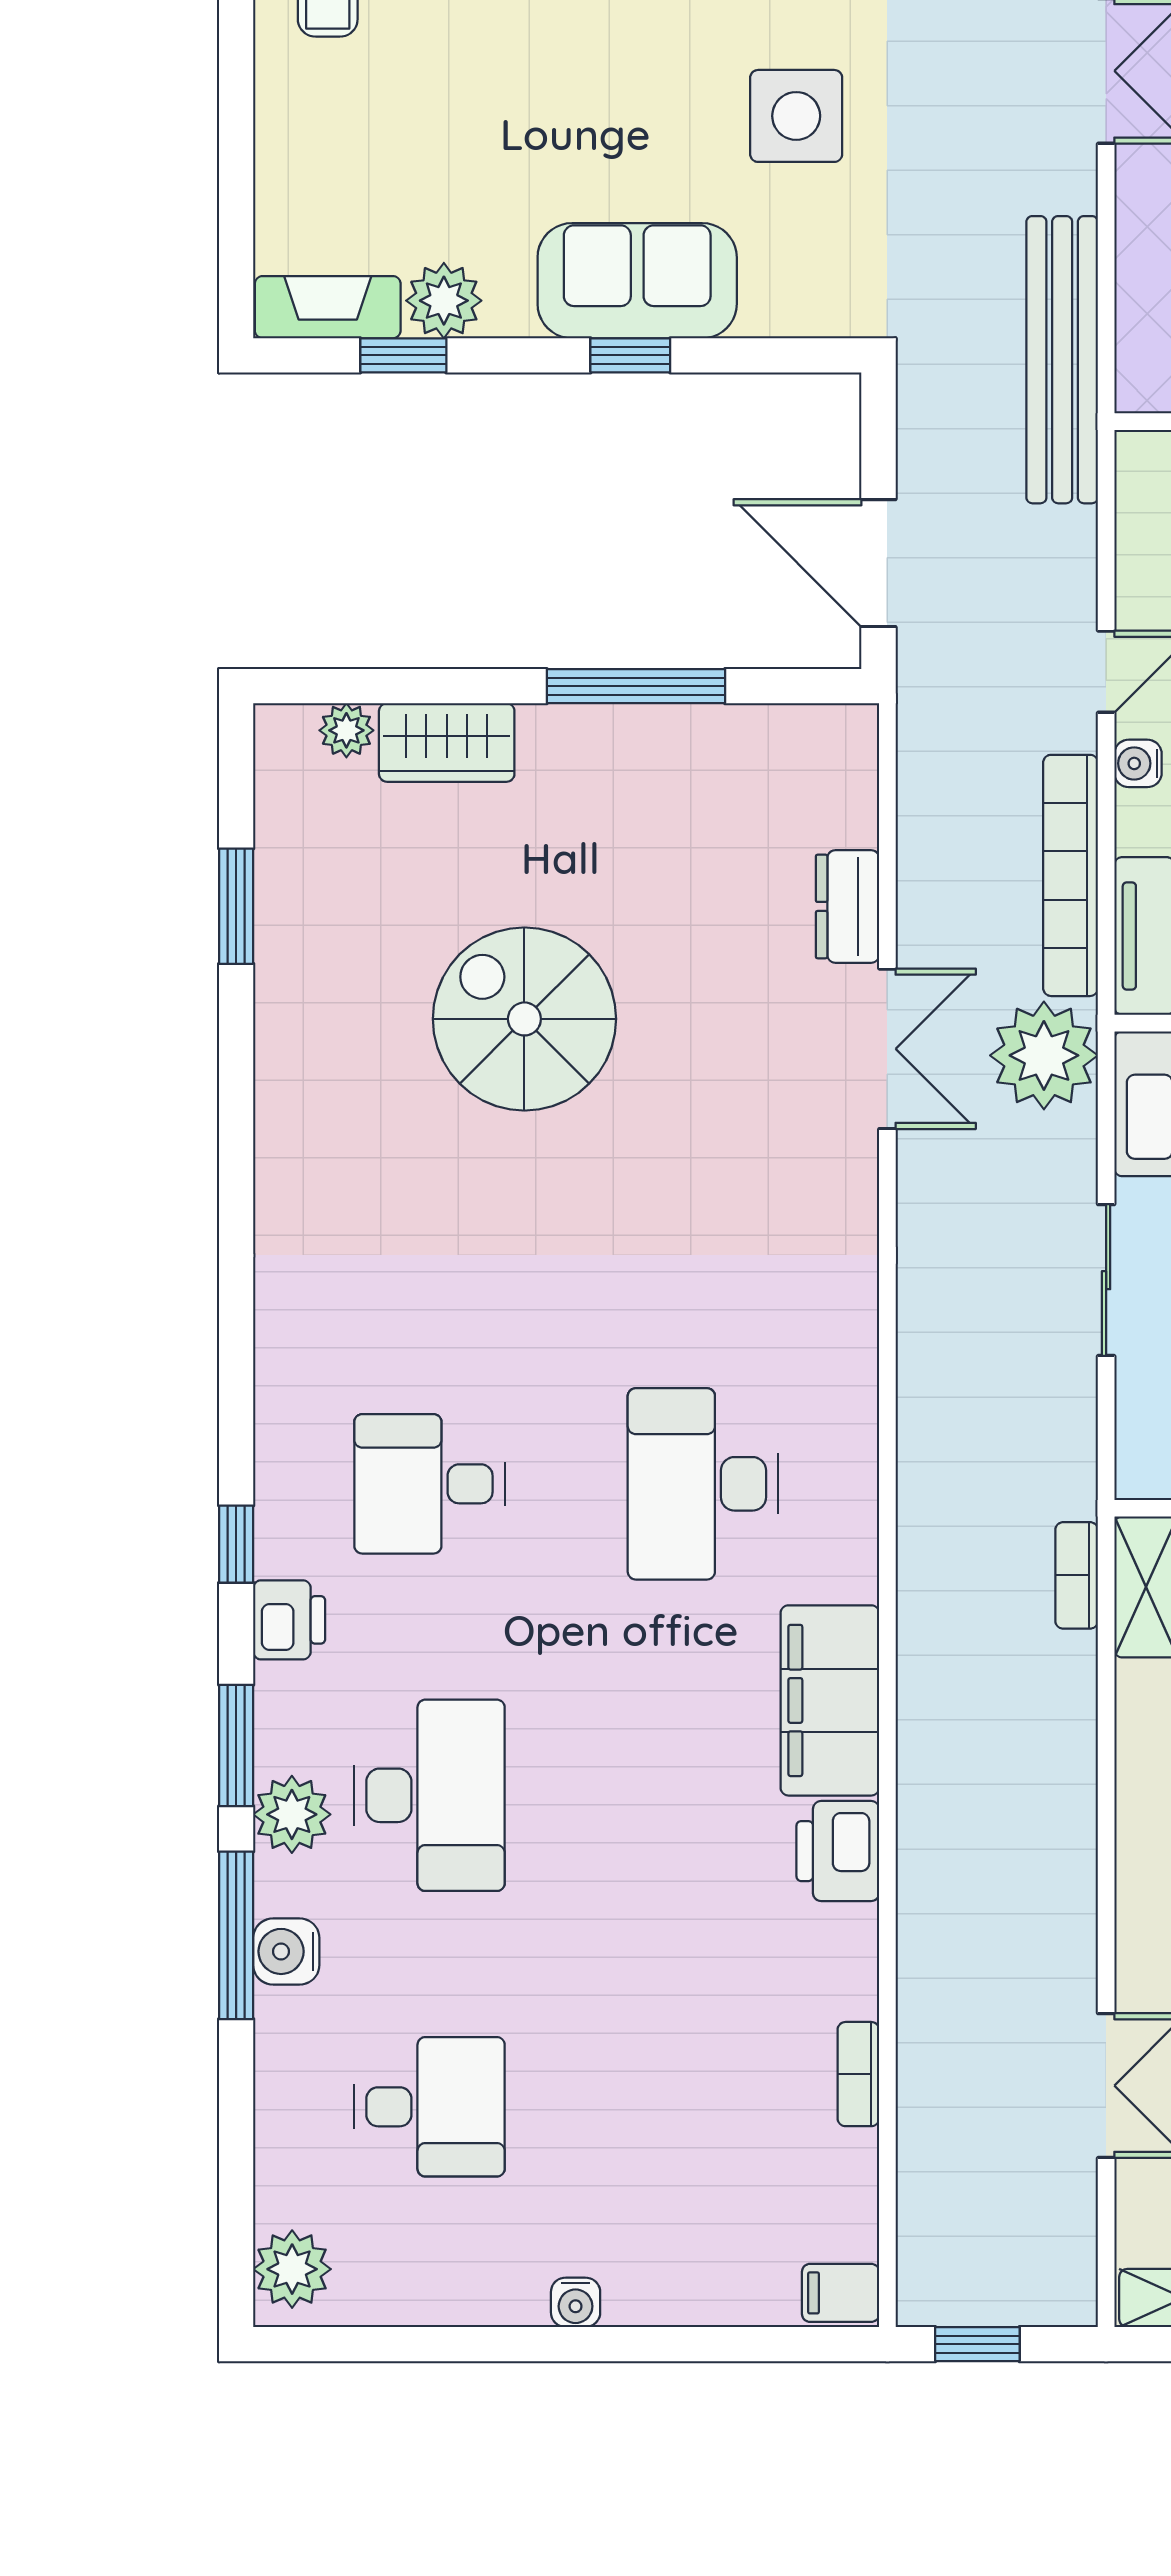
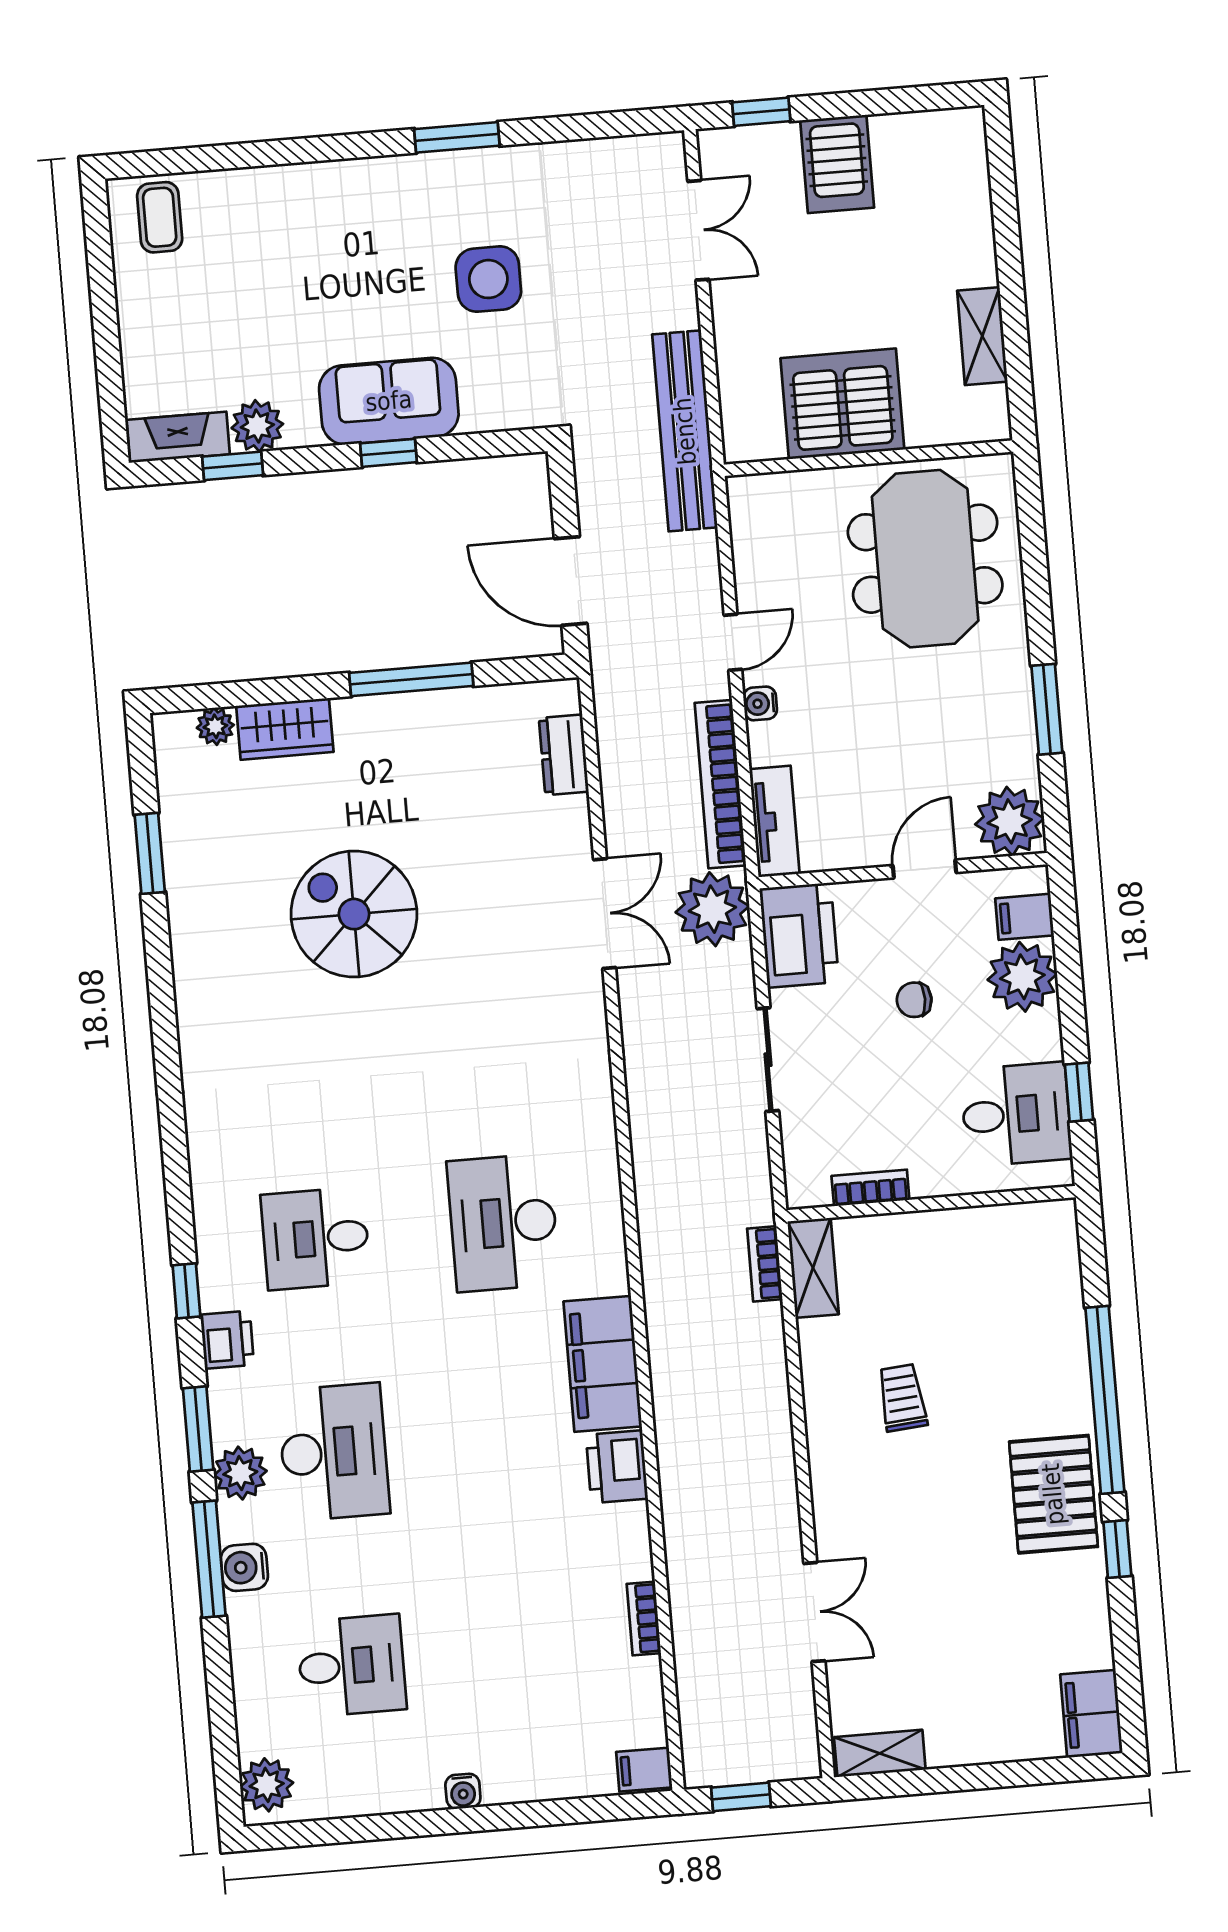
dresser: (848, 906) -> (564, 755), moved

